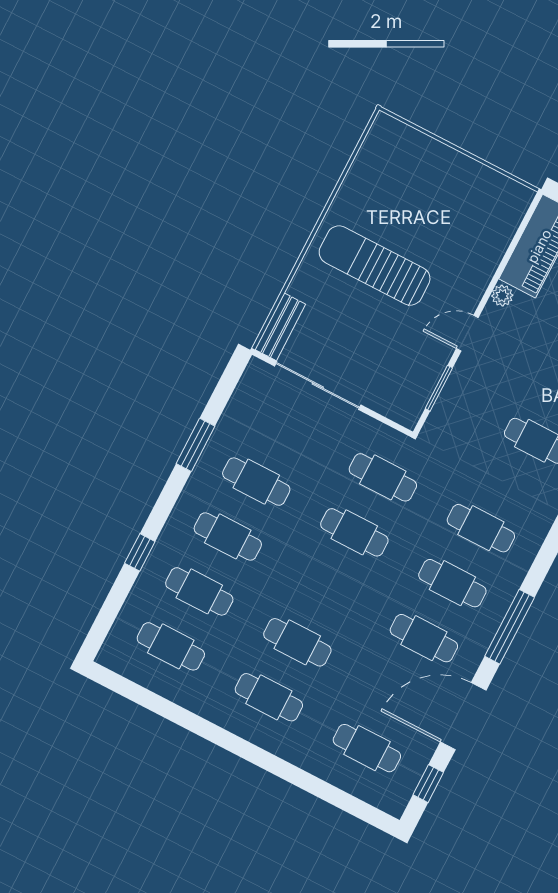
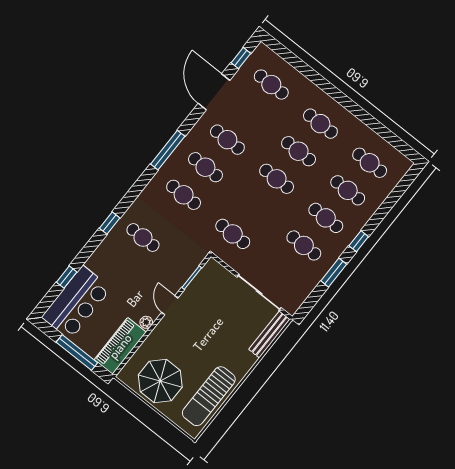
parasol: (458, 199) -> (160, 381), added
sun lounger: (375, 265) -> (209, 396), moved, turned 90
bench: (280, 327) -> (269, 334), width x1.36
door: (467, 333) -> (170, 305), swing flipped
cafe table: (354, 532) -> (277, 179), moved
window: (140, 552) -> (359, 241), moved
window: (510, 627) -> (168, 150), moved
door: (463, 716) -> (214, 92), swing flipped

